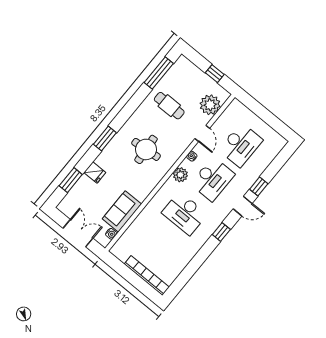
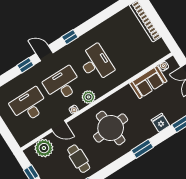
door: (202, 133) -> (58, 126), swing flipped
round table: (146, 149) -> (111, 128), width x1.36, depth x1.36

